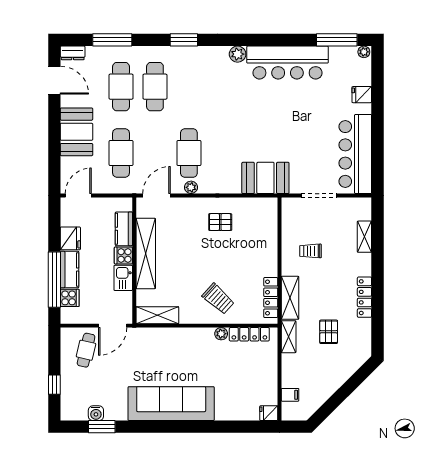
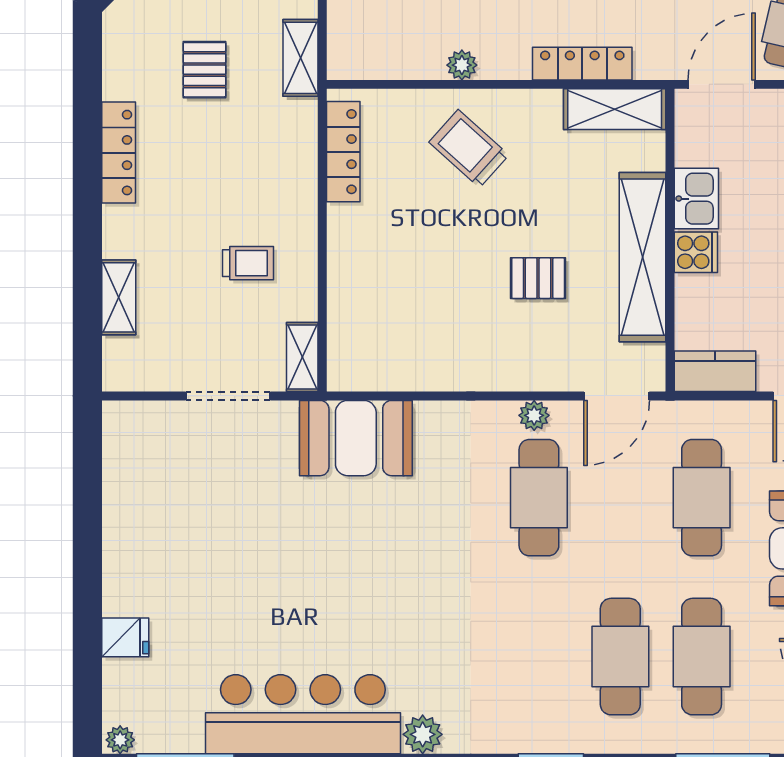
bar counter: (355, 154) -> (141, 495), removed
pallet: (220, 222) -> (538, 278), moved
kitchen counter: (124, 229) -> (715, 371), moved, turned -90
shelving: (290, 298) -> (302, 357), moved, width x0.67, depth x0.75
locker: (249, 334) -> (582, 64), moved

